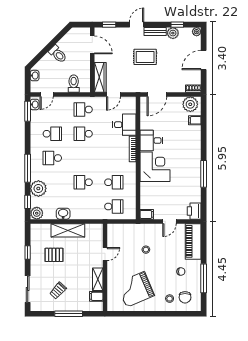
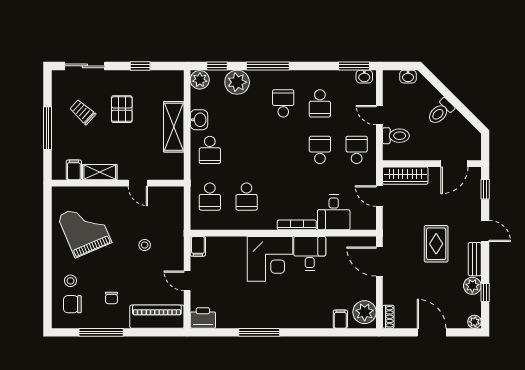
door: (47, 95) -> (379, 115), moved
school desk: (83, 182) -> (210, 150), moved, turned 180
pallet: (54, 255) -> (122, 109), moved

